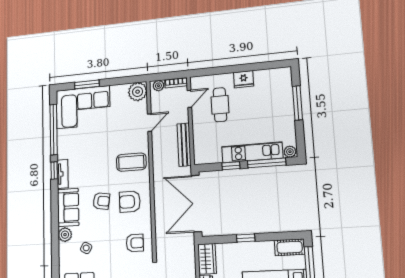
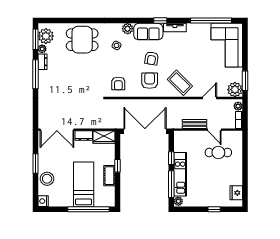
fridge: (244, 79) -> (236, 193), moved
window: (87, 84) -> (245, 81), moved
door: (189, 99) -> (214, 130), moved
window: (298, 103) -> (214, 209), width x0.46
door: (150, 123) -> (210, 98), swing flipped
bench: (184, 145) -> (194, 124), width x0.73
coffee table: (131, 162) -> (180, 83), turned -45
window: (54, 171) -> (160, 21), moved
cot: (290, 247) -> (109, 176), moved

